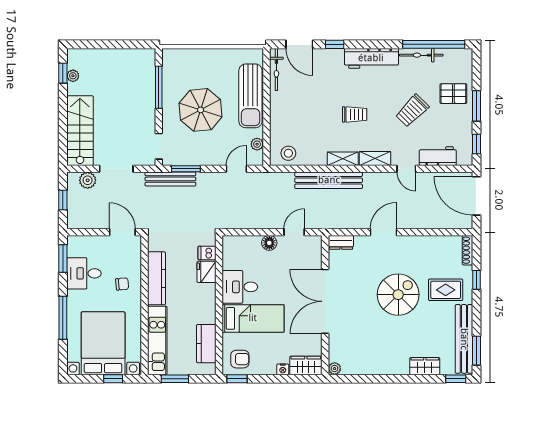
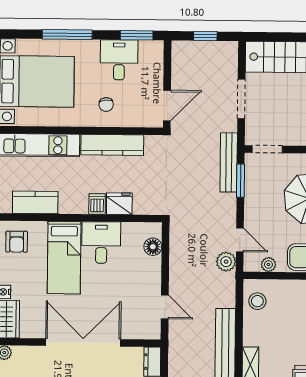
plant: (88, 180) -> (226, 262), moved
floor lamp: (269, 243) -> (153, 247), moved
dishwasher: (207, 253) -> (97, 204), moved

